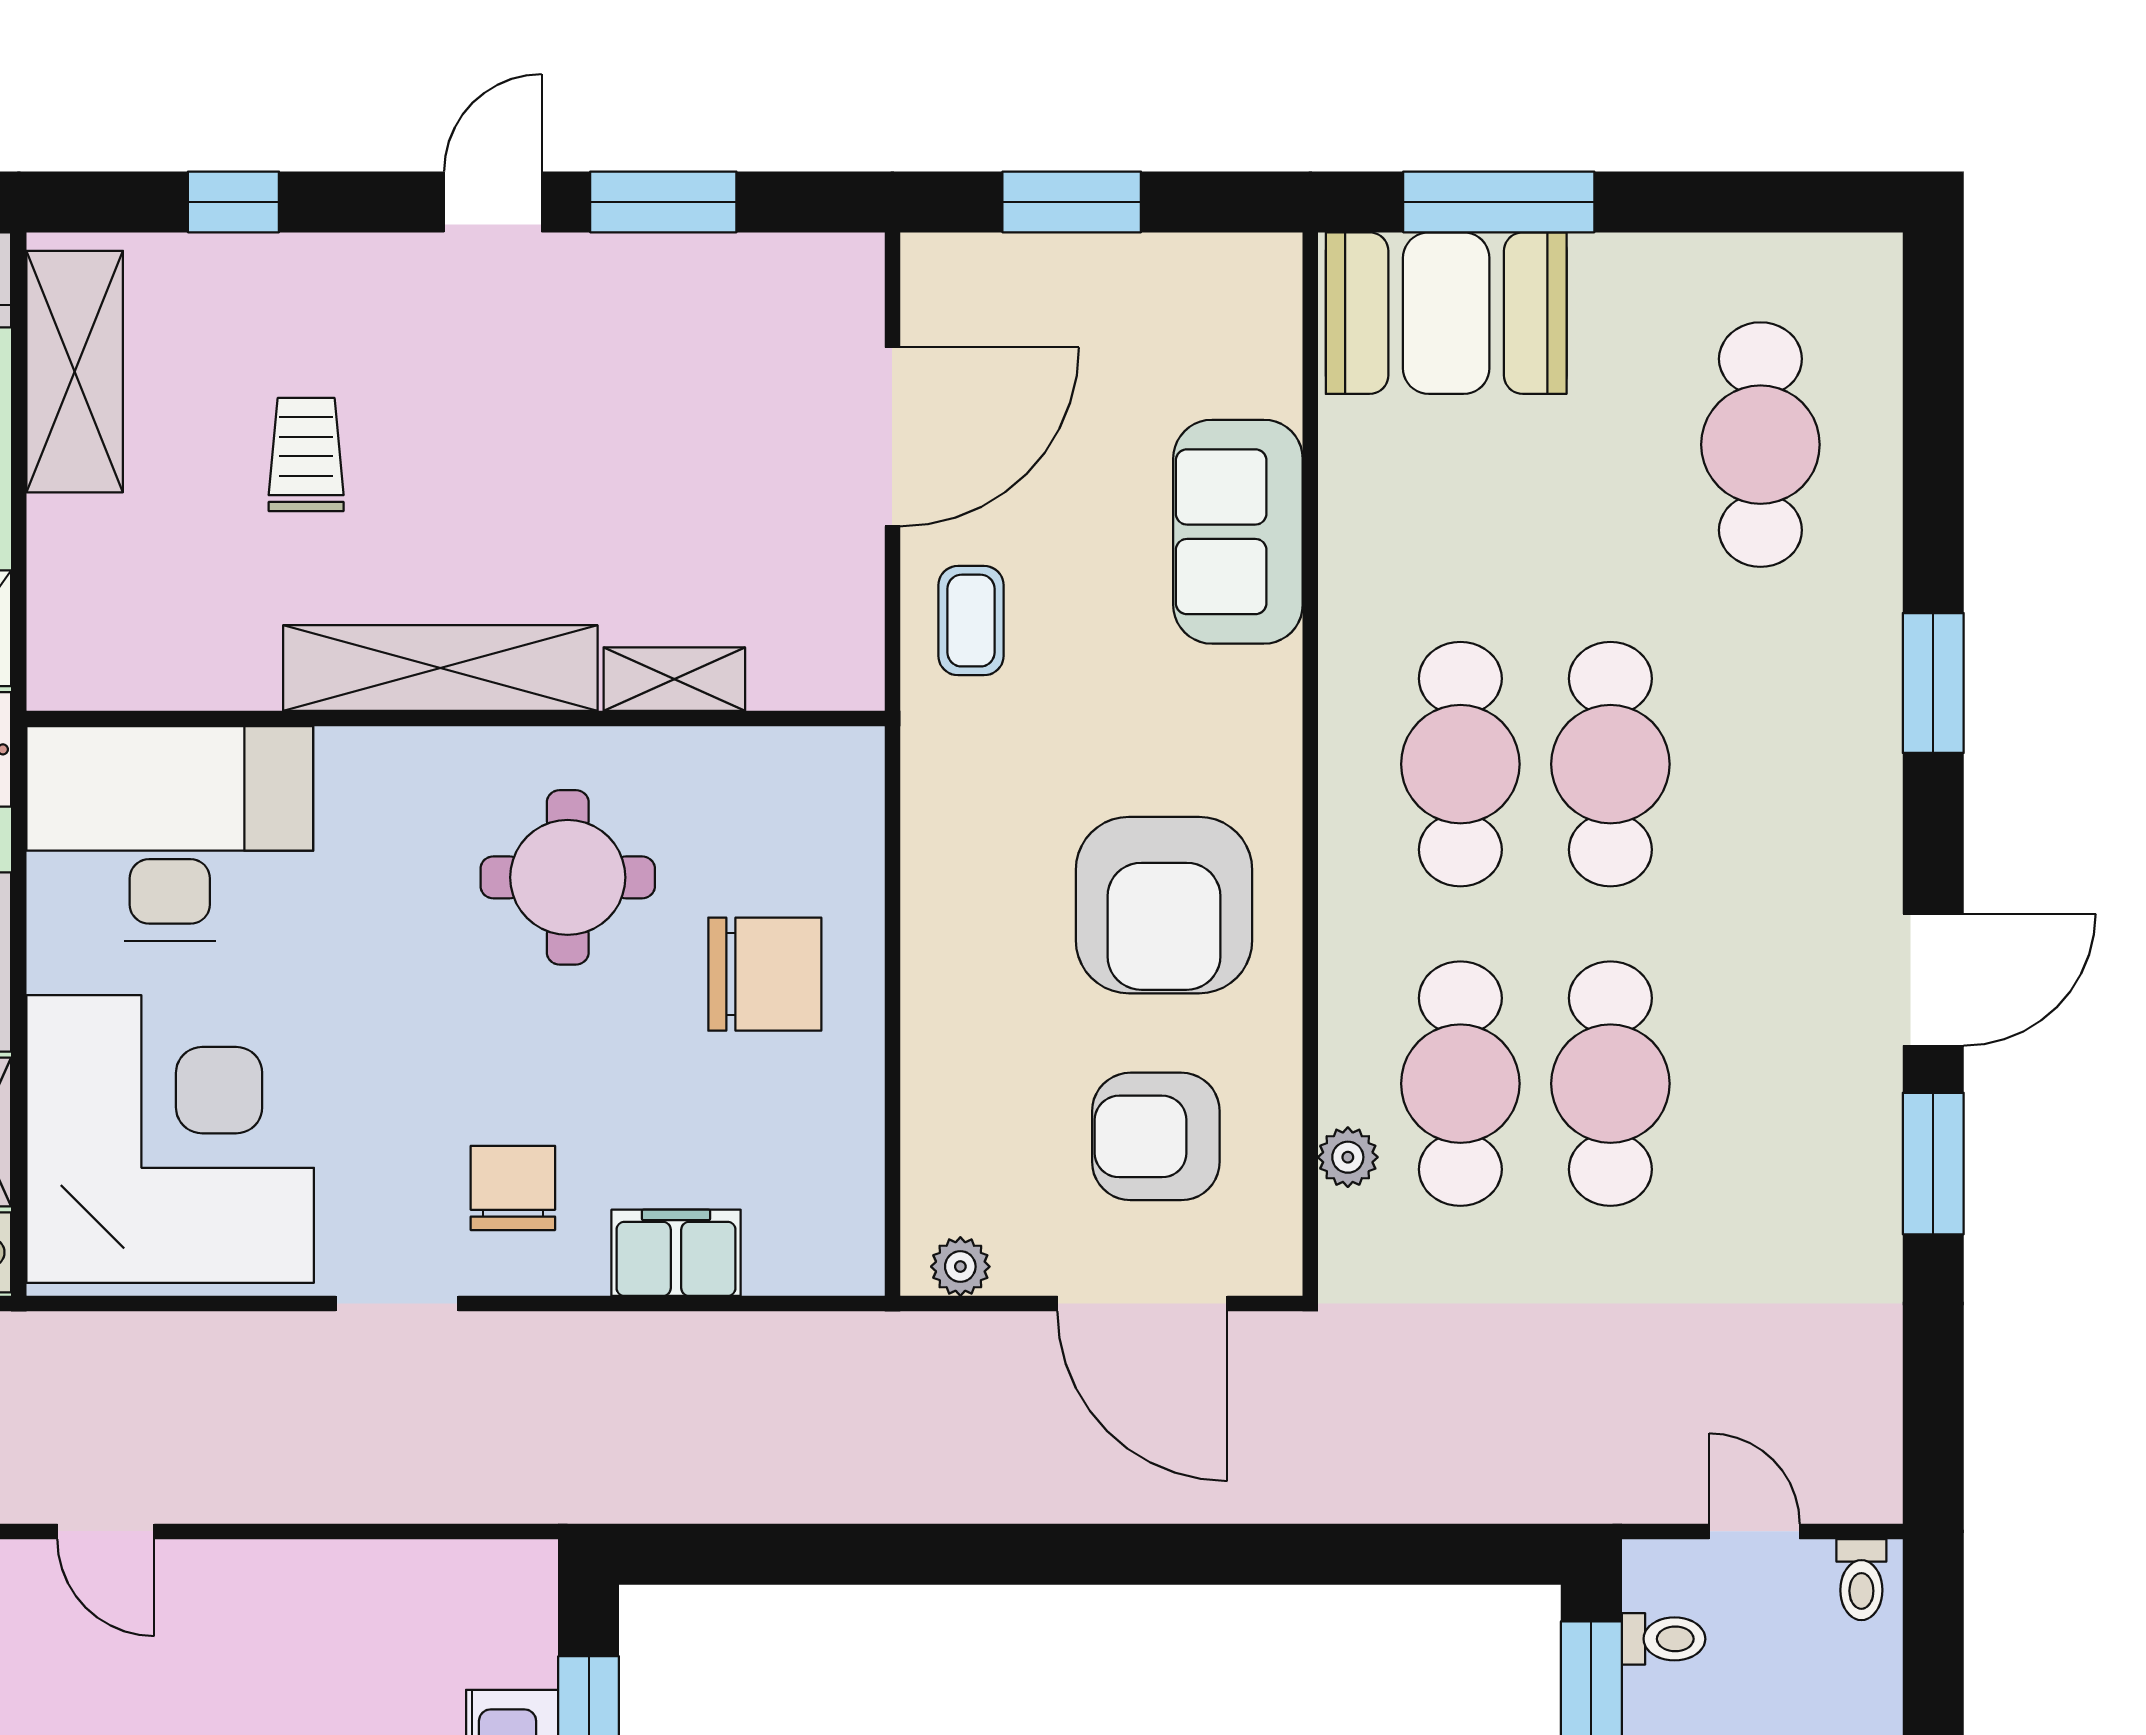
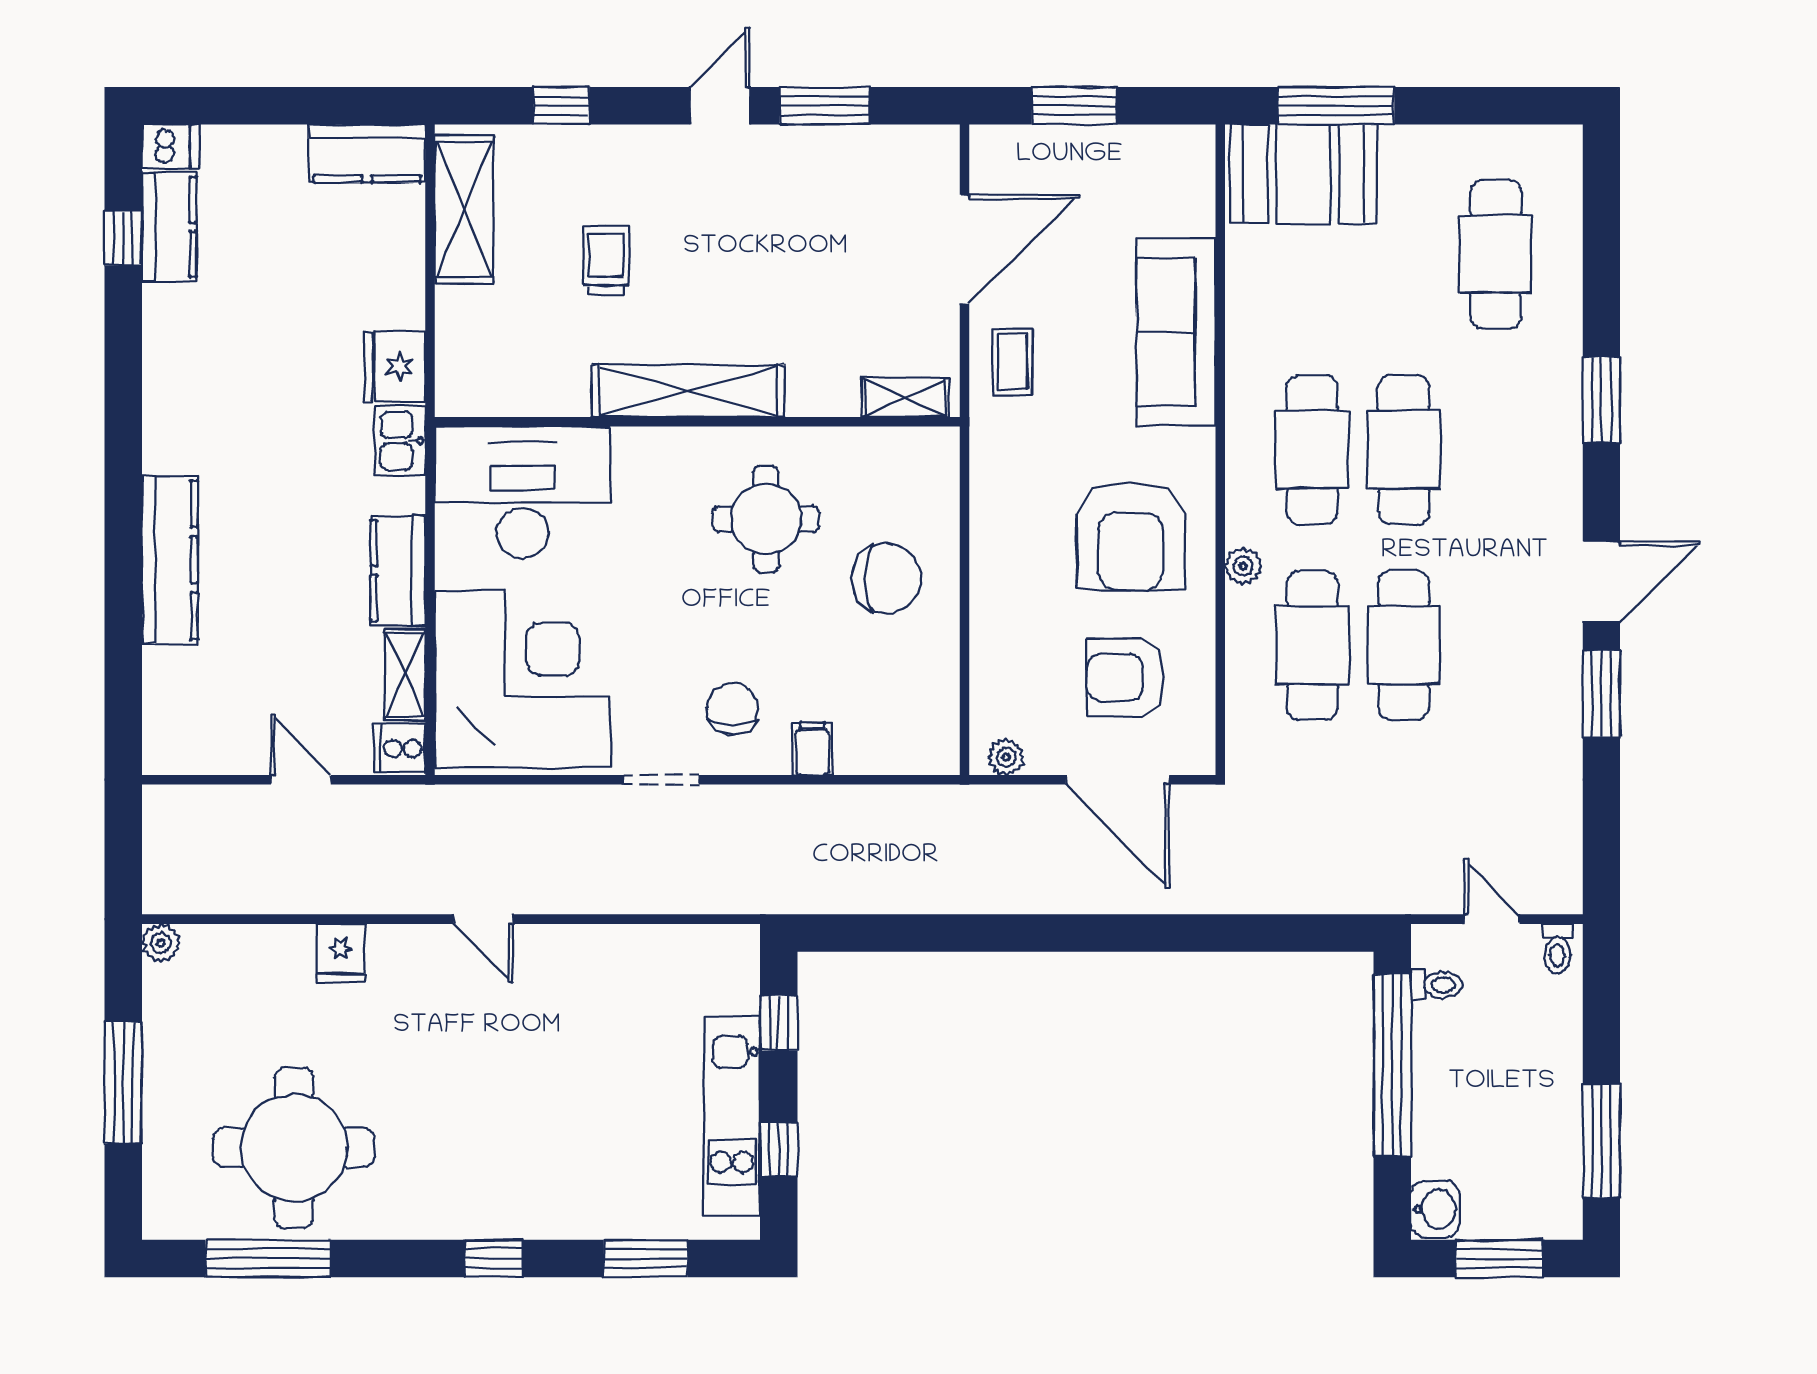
sofa: (1238, 532) -> (1176, 332), width x1.36
shelving: (674, 679) -> (905, 398), moved
plant: (1348, 1157) -> (1243, 566), moved
filing cabinet: (676, 1253) -> (812, 749), width x0.50

